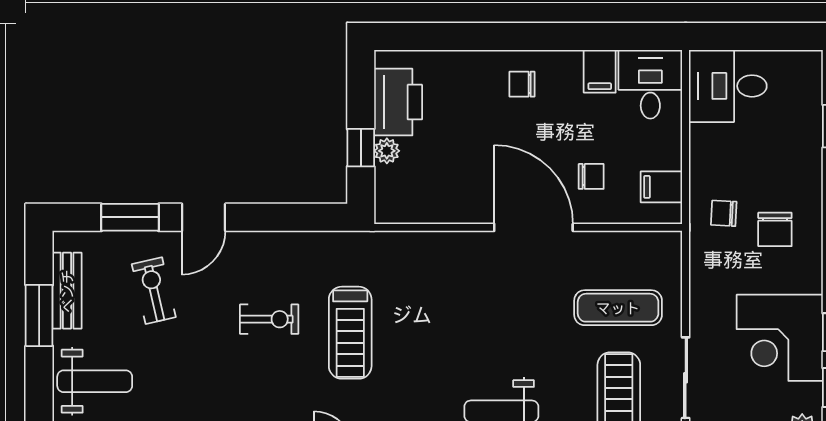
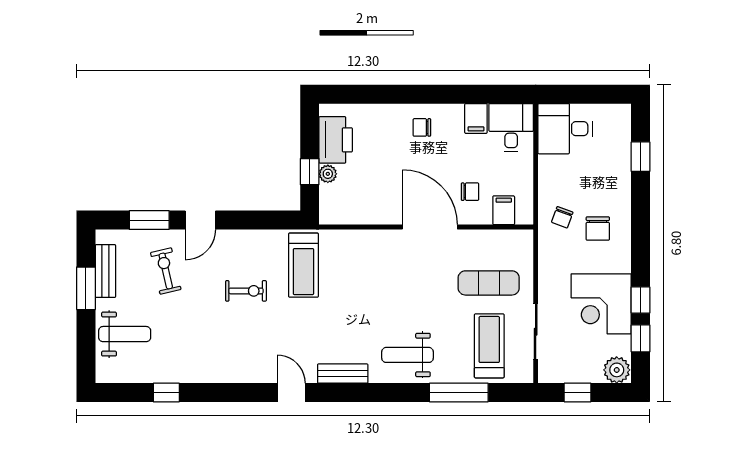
filing cabinet: (661, 187) -> (504, 210), moved, turned 90
chair: (724, 213) -> (562, 217), turned -73
treadmill: (350, 333) -> (303, 265), moved

